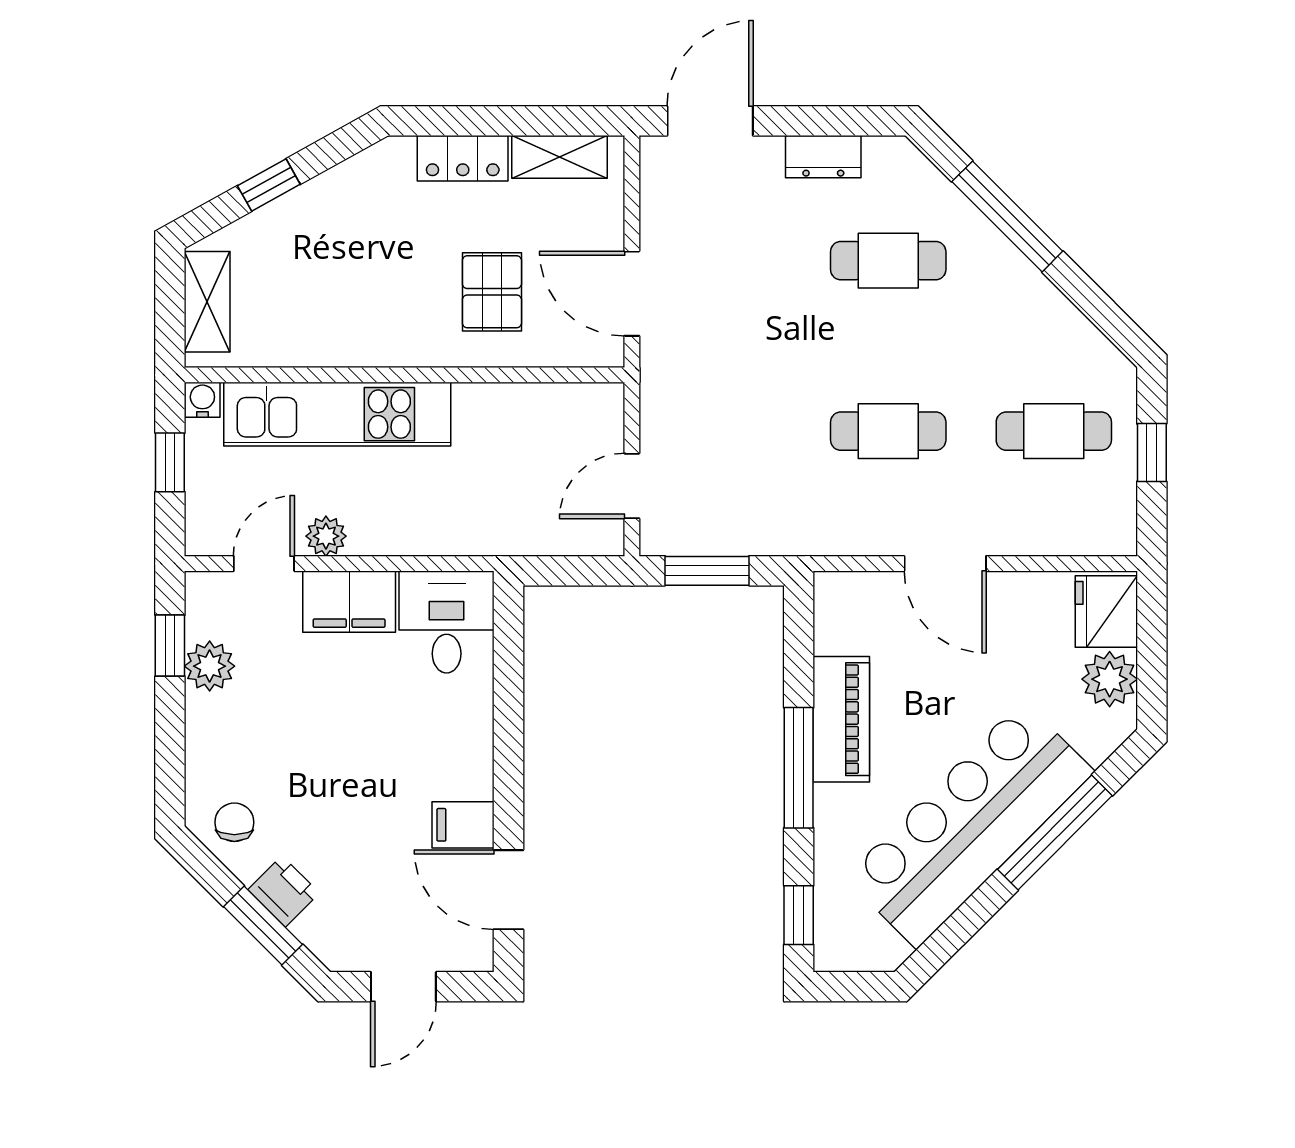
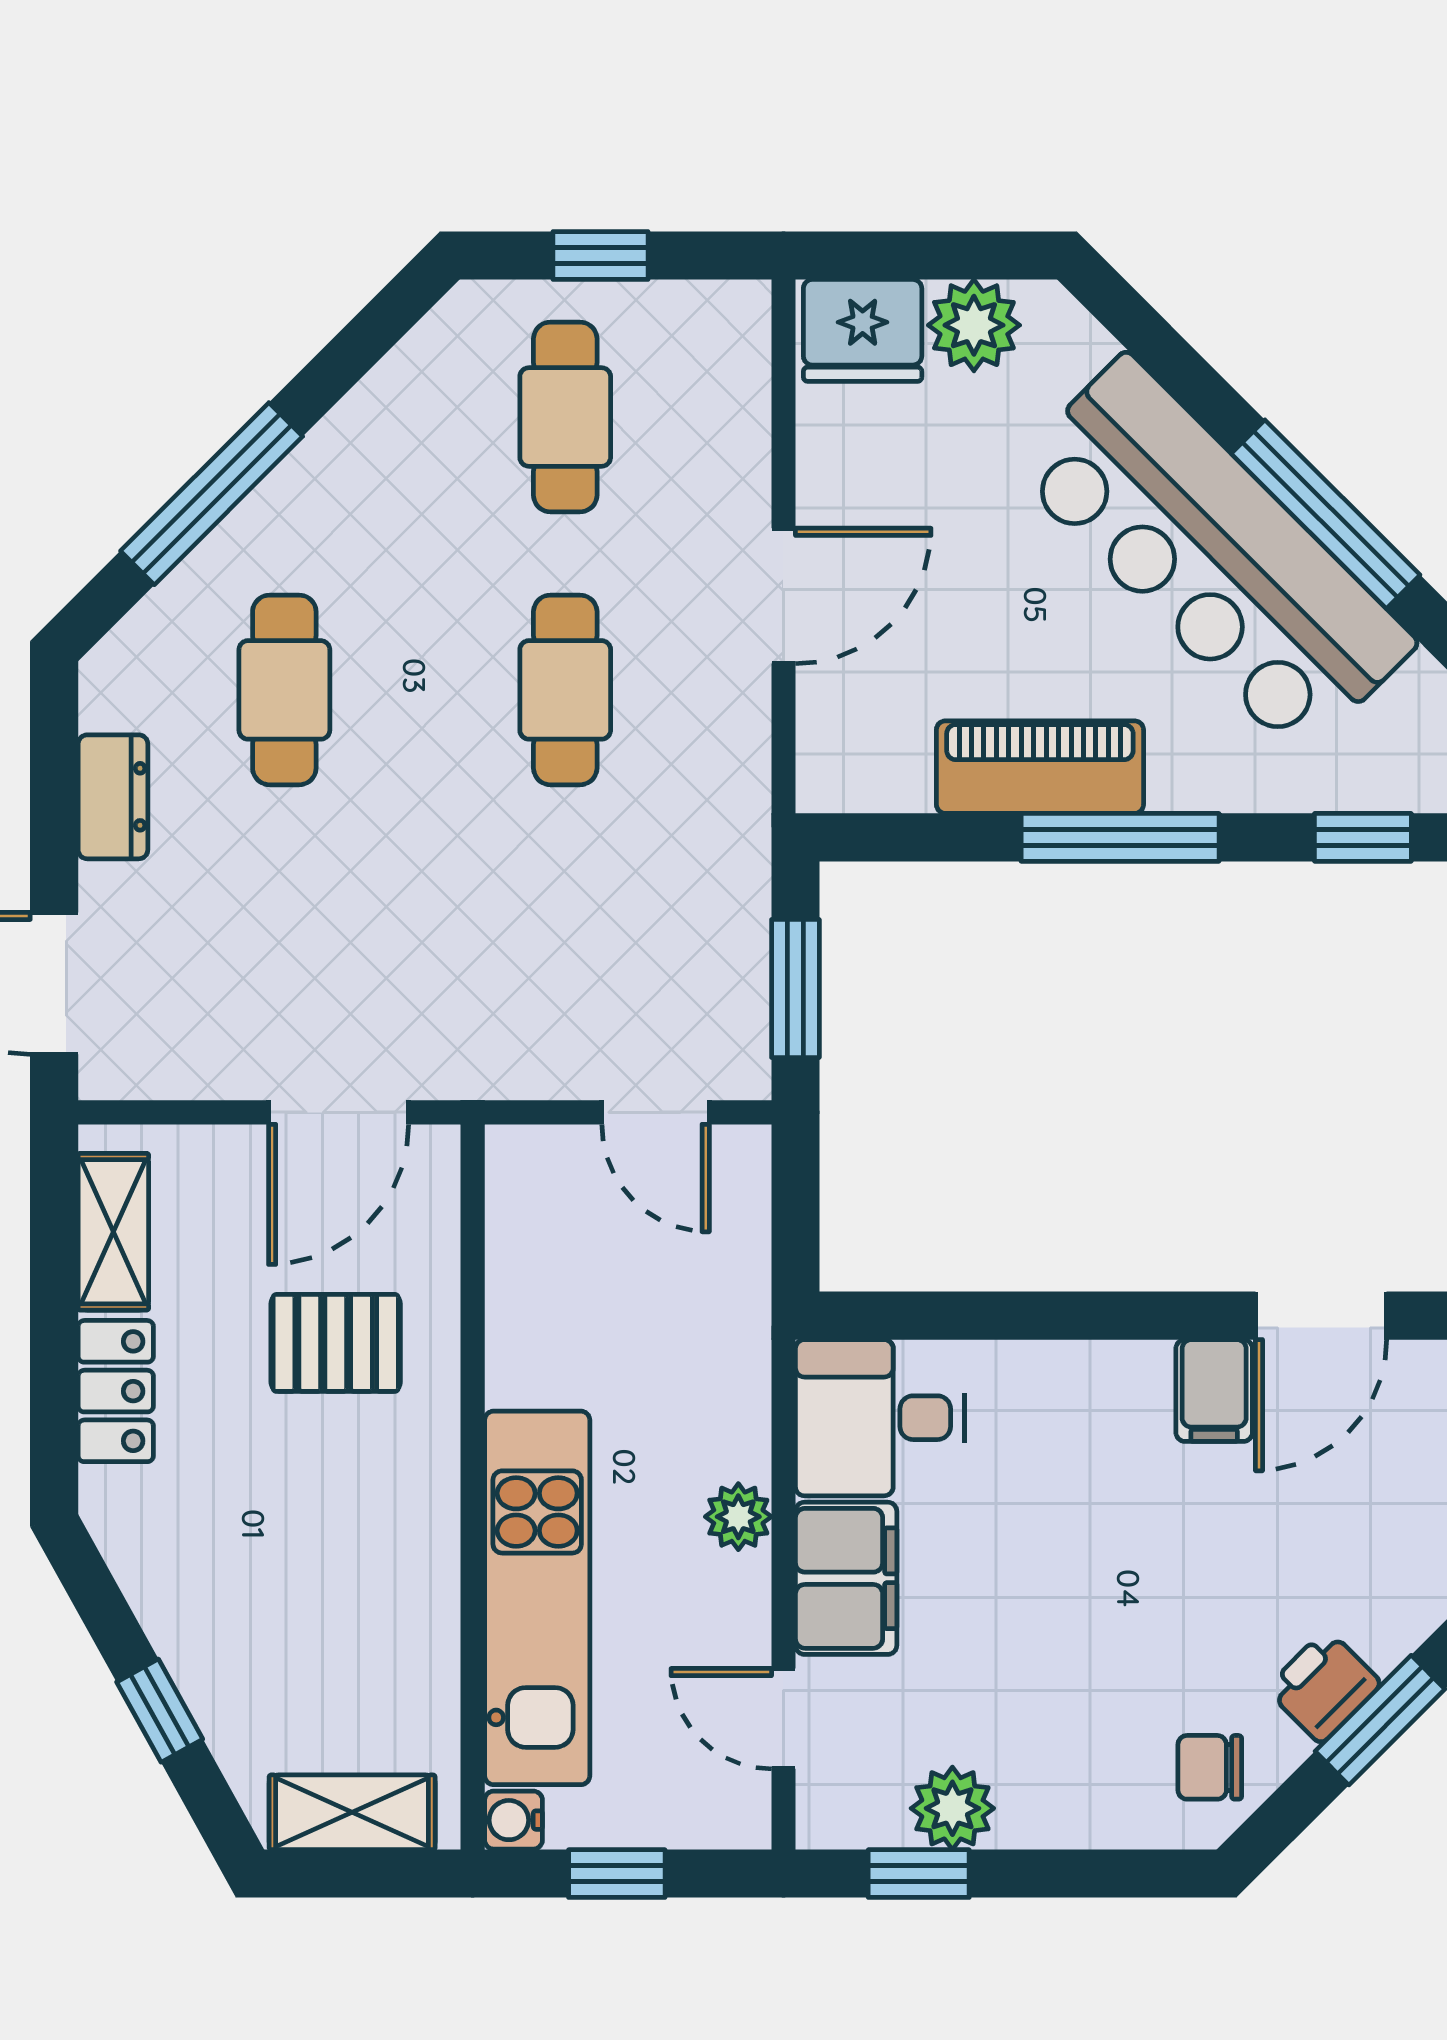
plant: (326, 536) -> (738, 1517), moved
window: (1055, 832) -> (1326, 514), moved

